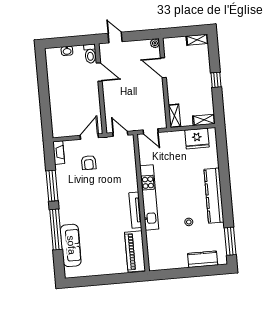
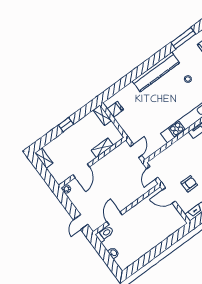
shelving: (175, 116) -> (102, 148), moved
fridge: (197, 139) -> (115, 109), width x0.53, depth x0.75

